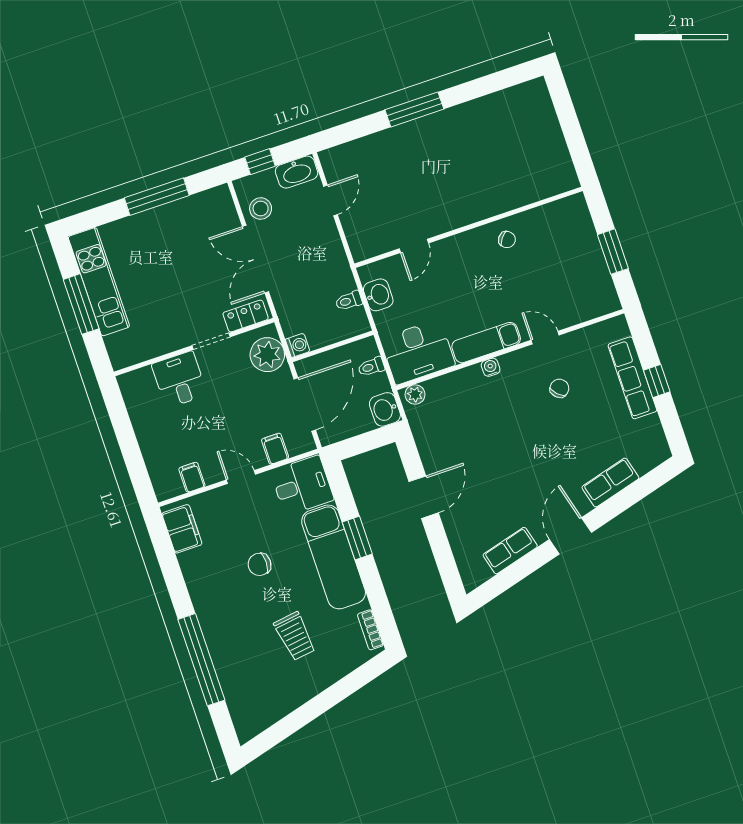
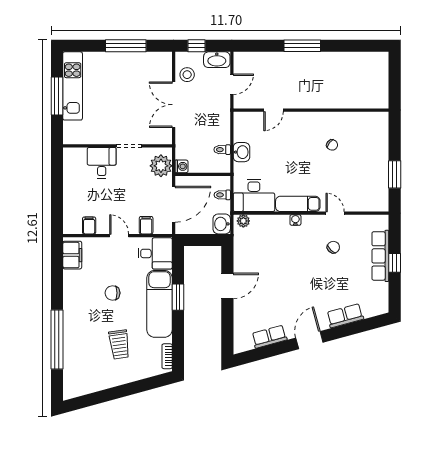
wall: (469, 227) -> (311, 110), moved
door: (414, 246) -> (274, 110), moved
locker: (246, 316) -> (156, 138), removed

